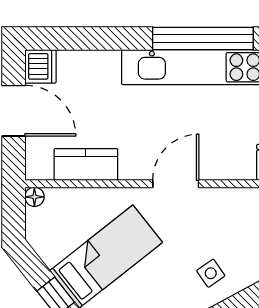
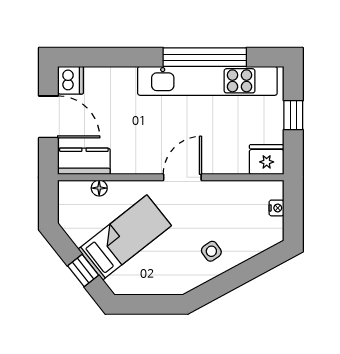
kitchen counter: (86, 165) -> (84, 161), moved
floor lamp: (34, 197) -> (99, 188), moved

